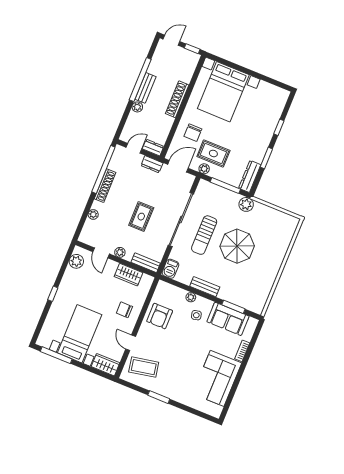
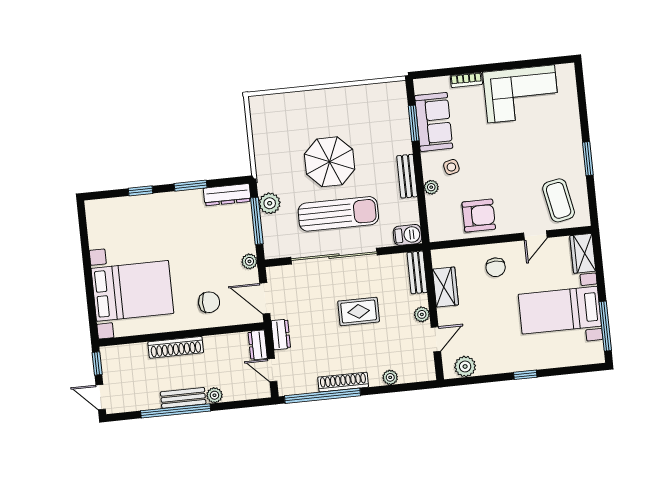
rug: (213, 153) -> (222, 260), removed
plant: (246, 204) -> (270, 203), moved
sun lounger: (204, 235) -> (338, 214), width x1.36, depth x1.34

